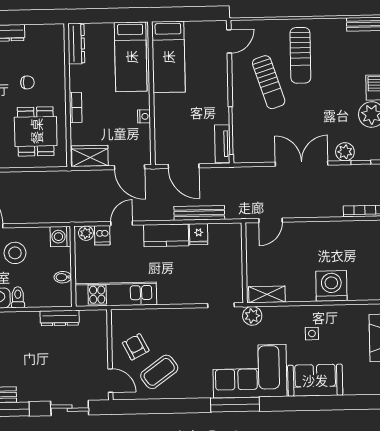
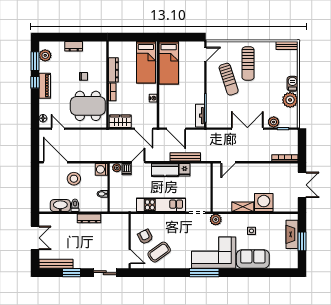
dresser: (76, 44) -> (113, 70), moved
dining table: (36, 131) -> (88, 106), width x1.37
kitchen unit: (116, 294) -> (161, 205), moved
shelving: (267, 294) -> (243, 207), moved
dresser: (60, 318) -> (89, 218), moved

